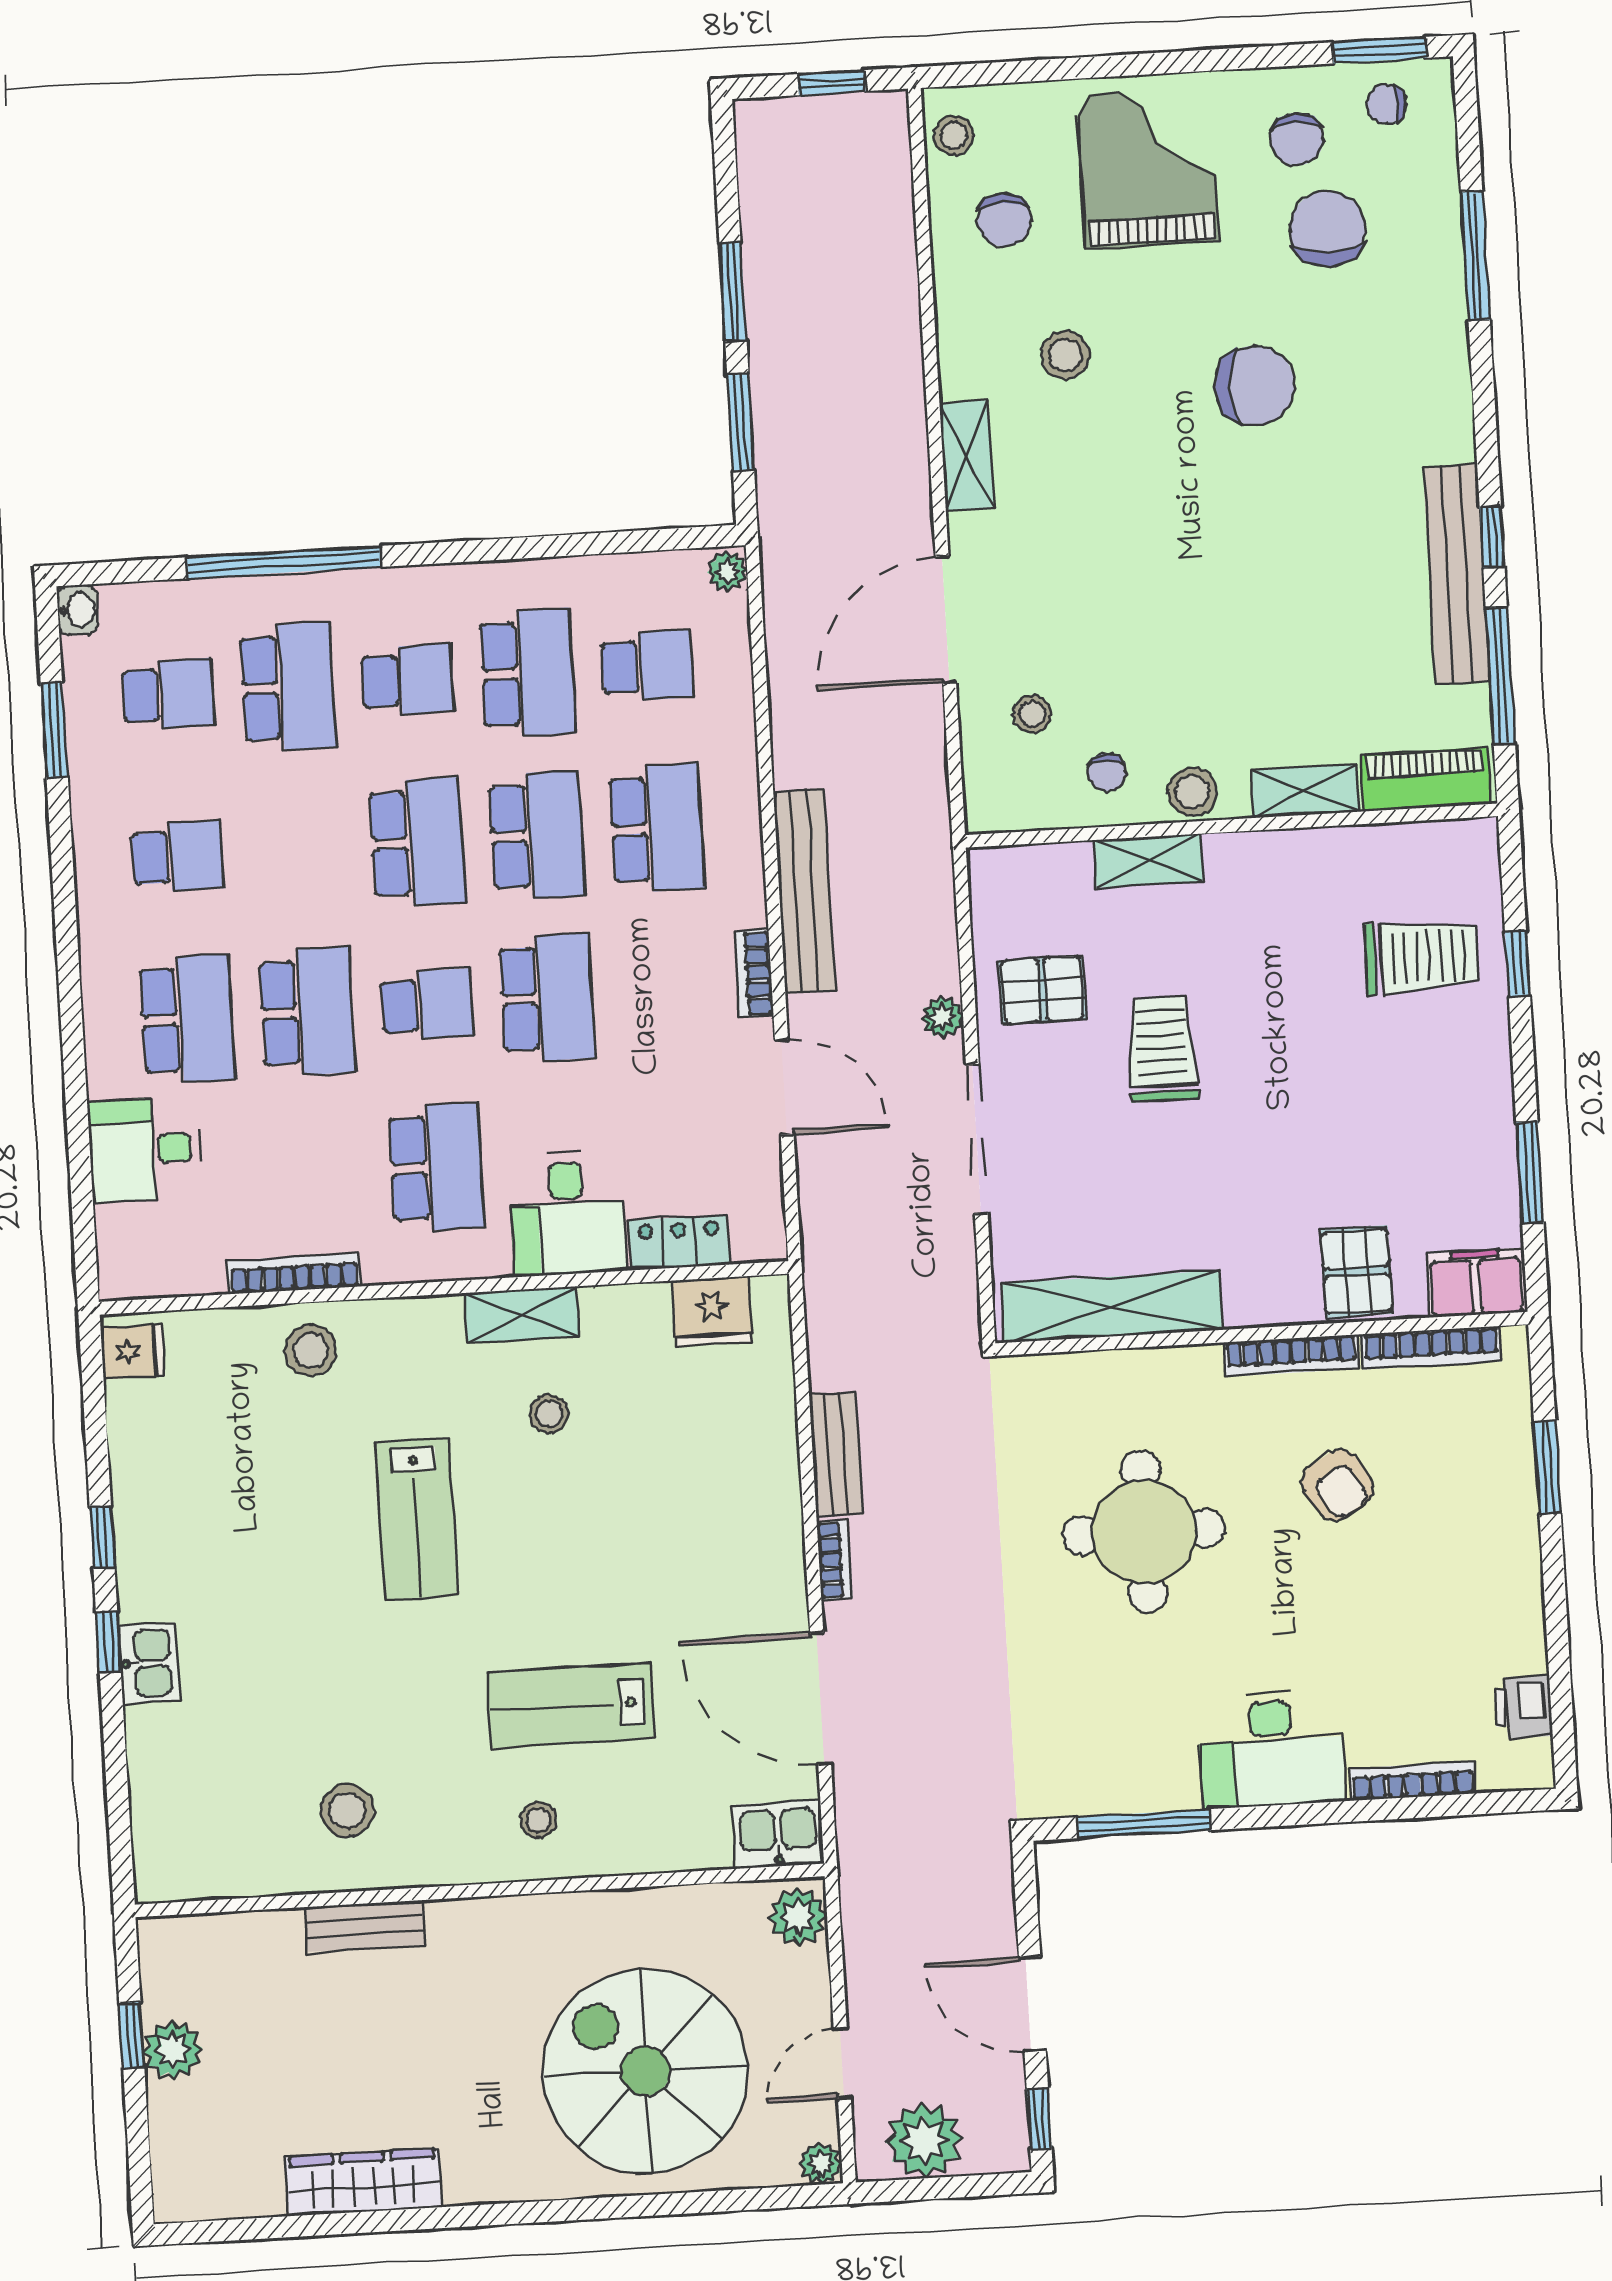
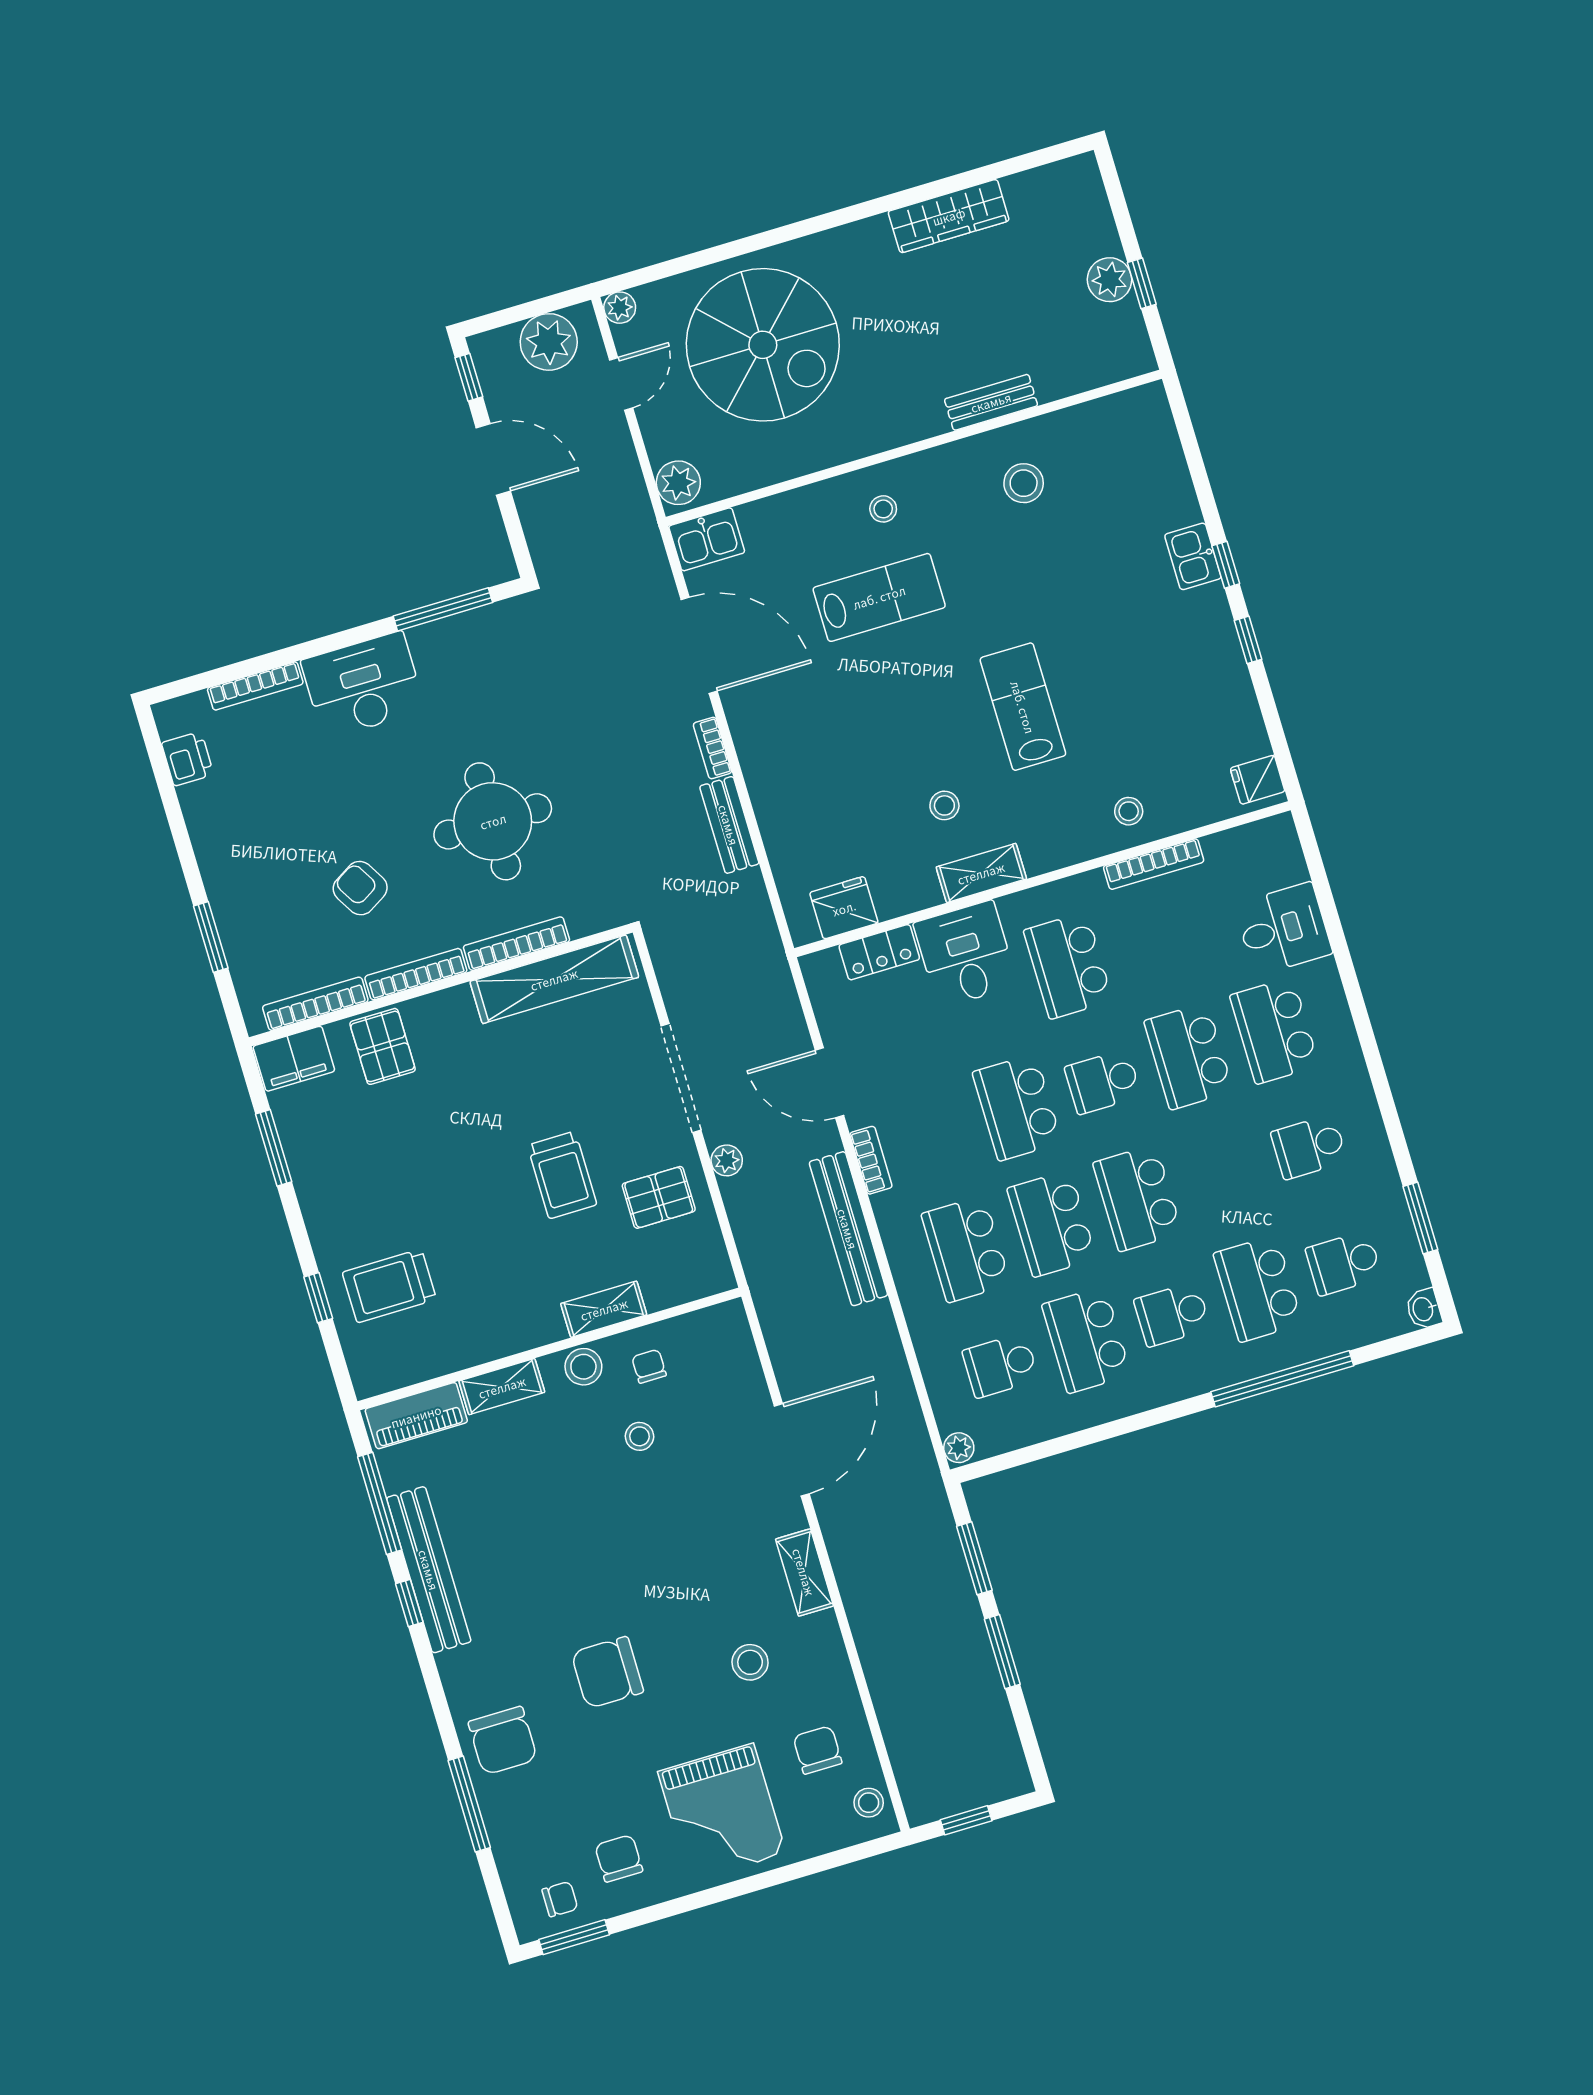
chair: (1328, 229) -> (503, 1741), moved
stool: (1032, 714) -> (640, 1436), moved
stool: (311, 1350) -> (1129, 811), width x0.73, depth x0.73
bookcase: (1150, 1365) -> (516, 944), added

